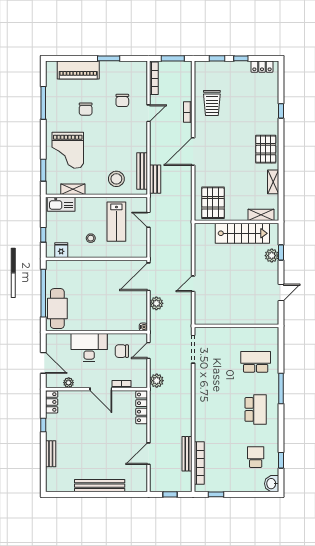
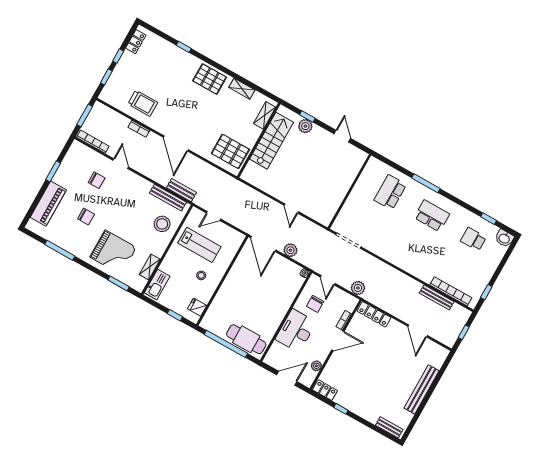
bench: (51, 454) -> (389, 427), moved

